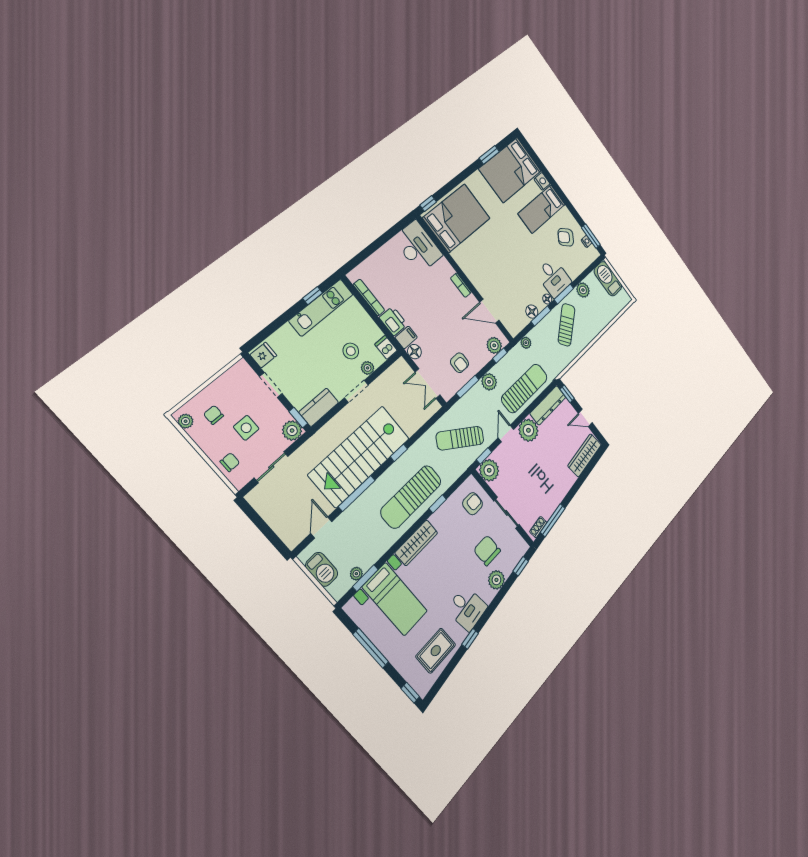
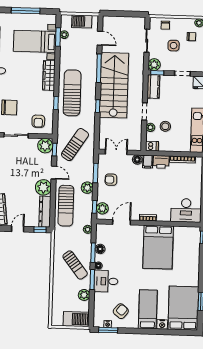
bed: (457, 218) -> (158, 247), moved

